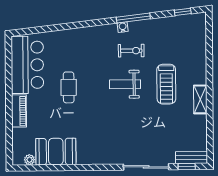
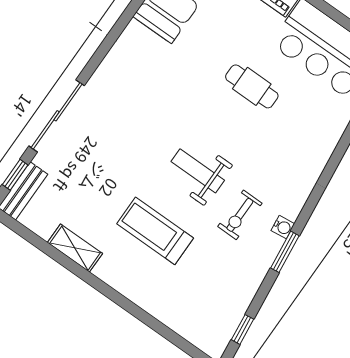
window: (133, 18) -> (285, 252), width x0.69
weight bench: (125, 84) -> (198, 171), turned -90
shelving: (200, 99) -> (75, 248), moved

